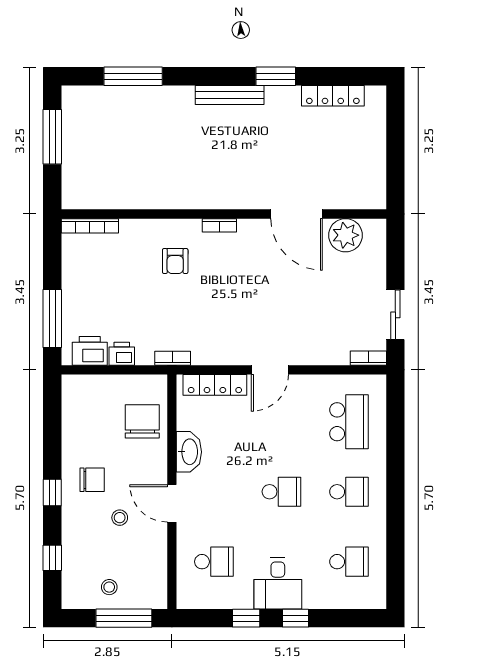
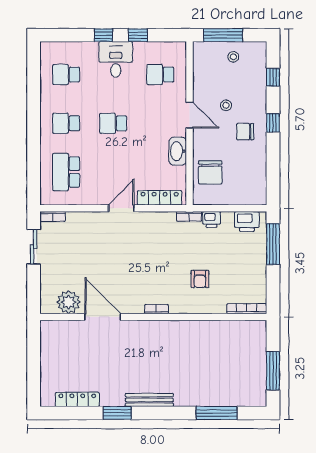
armchair: (175, 261) -> (200, 279), moved, turned 180
printer: (122, 354) -> (212, 219), moved

